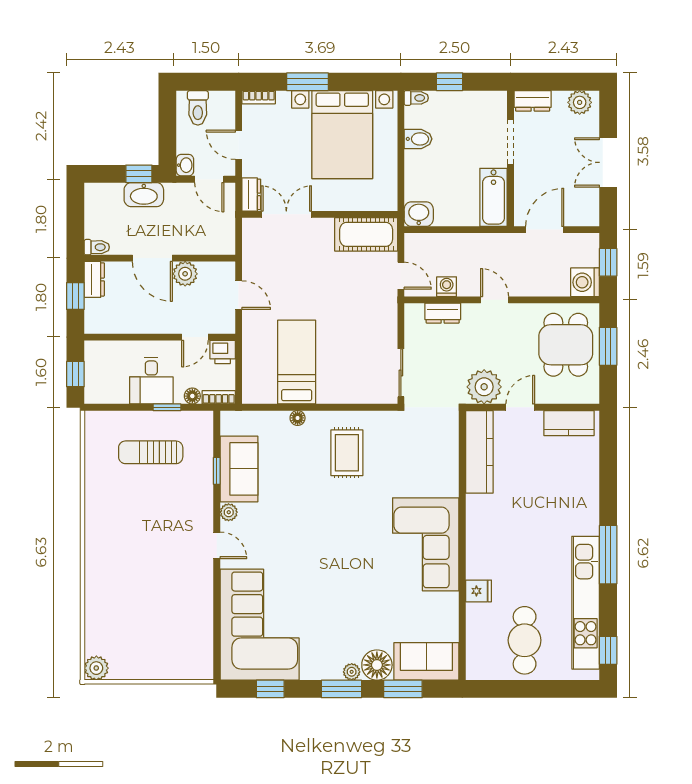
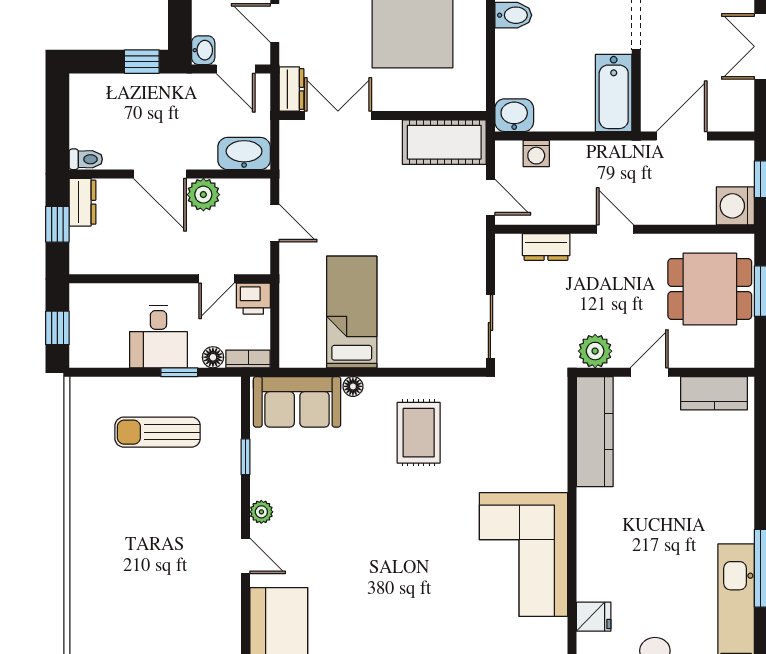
washbasin: (144, 195) -> (244, 153), moved, turned 180
washing machine: (447, 287) -> (536, 153), moved, turned 180
dining table: (566, 345) -> (710, 289), turned 90
plant: (484, 387) -> (595, 351), width x0.73, depth x0.73
sofa: (239, 469) -> (297, 402), moved, turned 90

